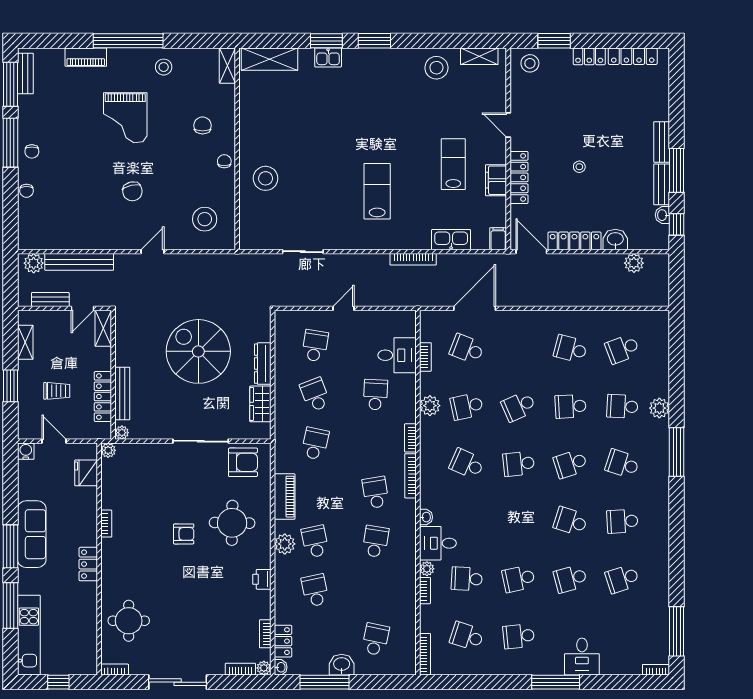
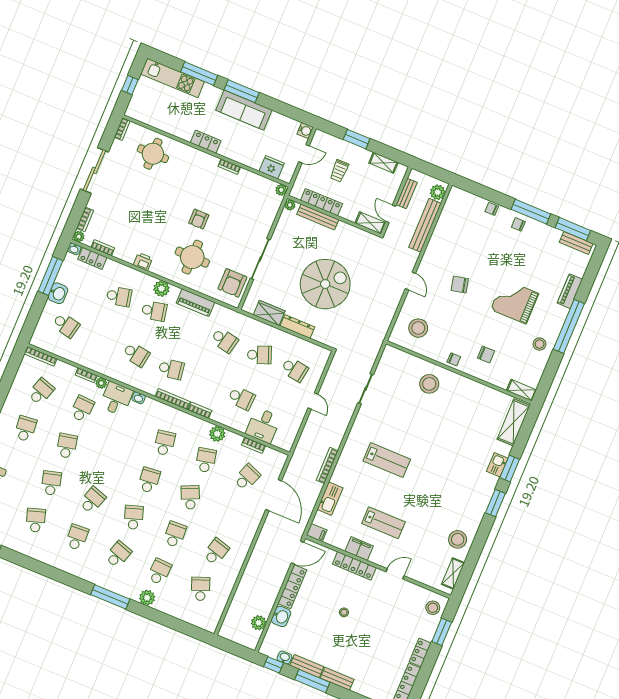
school desk: (467, 464) -> (165, 443), turned -33

